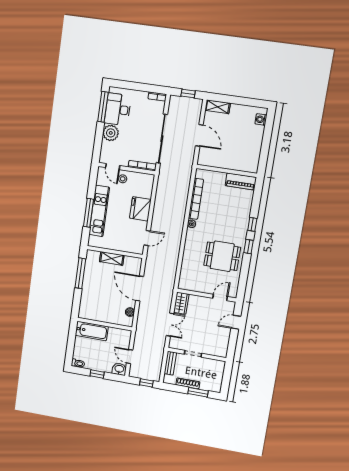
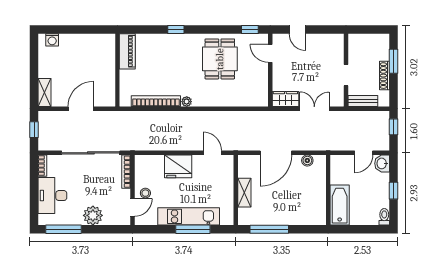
desk: (118, 109) -> (52, 196), moved, turned 90
window: (249, 247) -> (250, 30), moved

